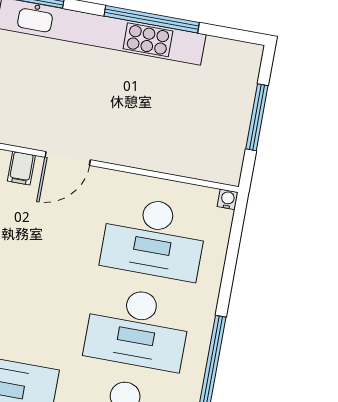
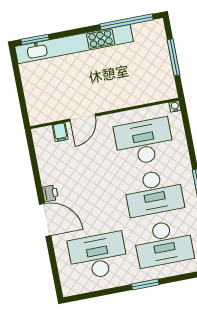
window: (152, 19) -> (126, 22), moved
desk: (154, 238) -> (144, 142), turned 180

